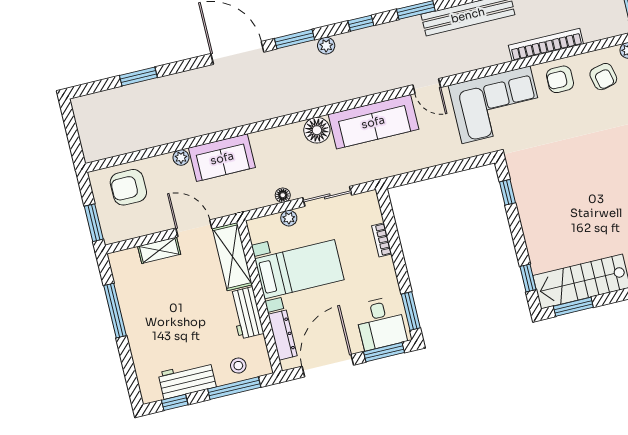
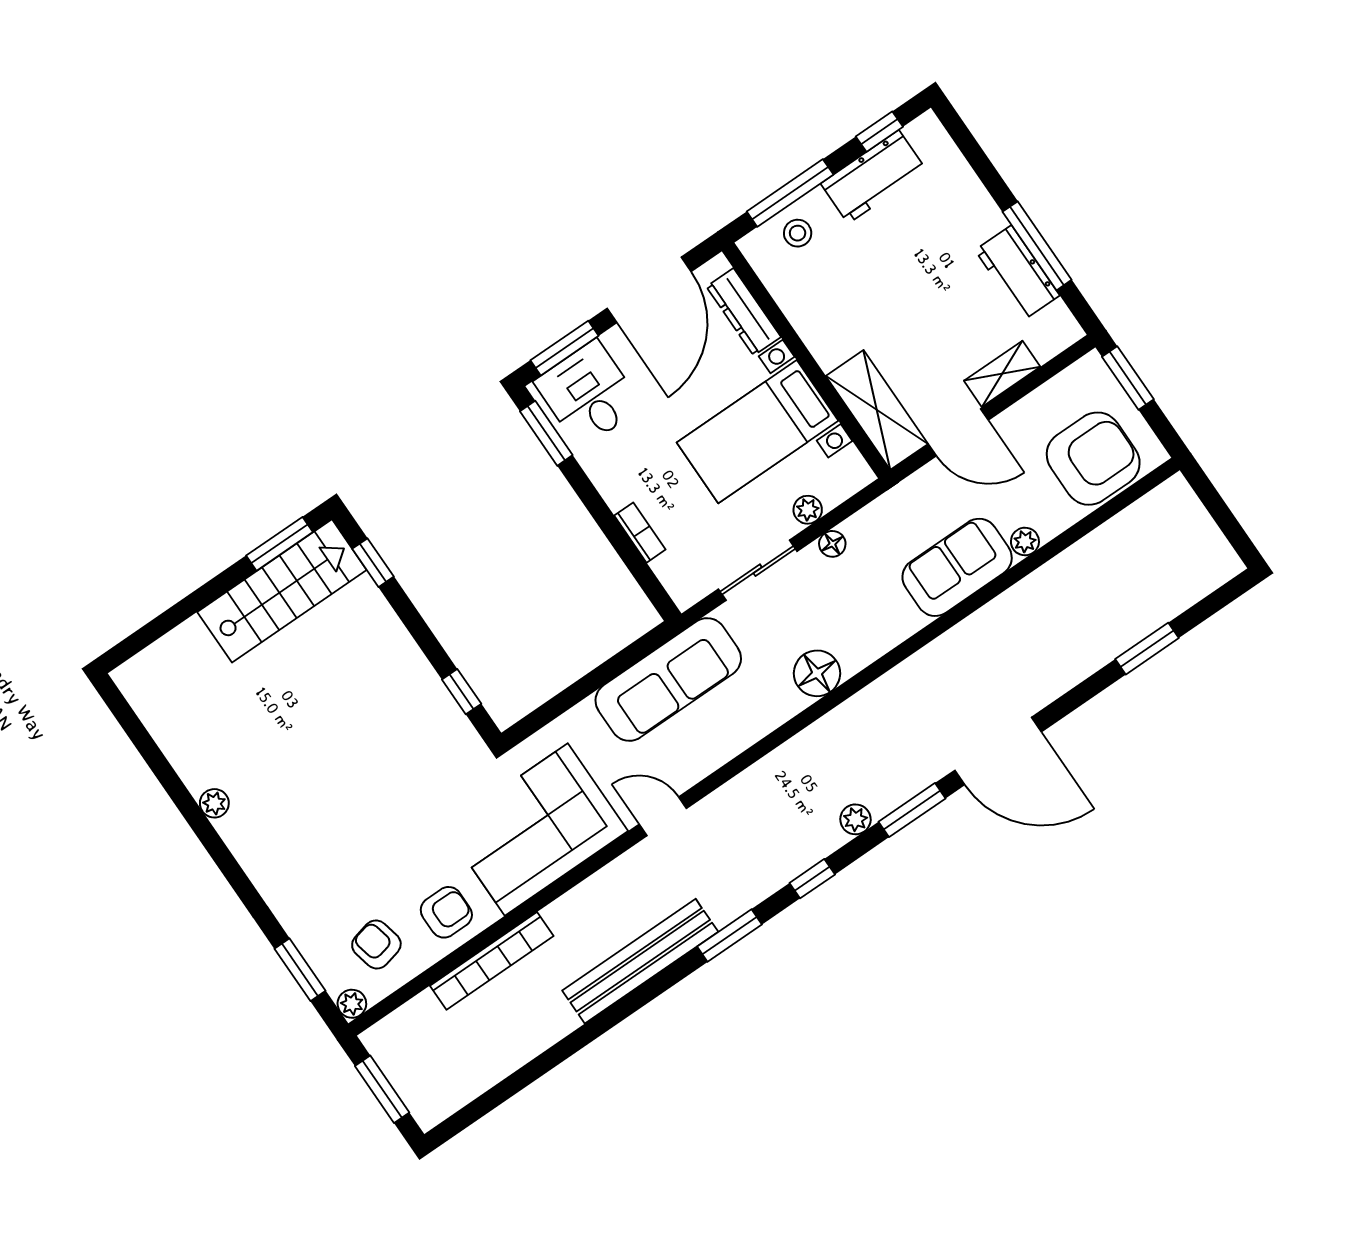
sofa: (373, 122) -> (668, 680), moved, turned 180
armchair: (128, 187) -> (1093, 459), width x1.36, depth x1.36
workbench: (246, 313) -> (1017, 273), moved, turned 180

